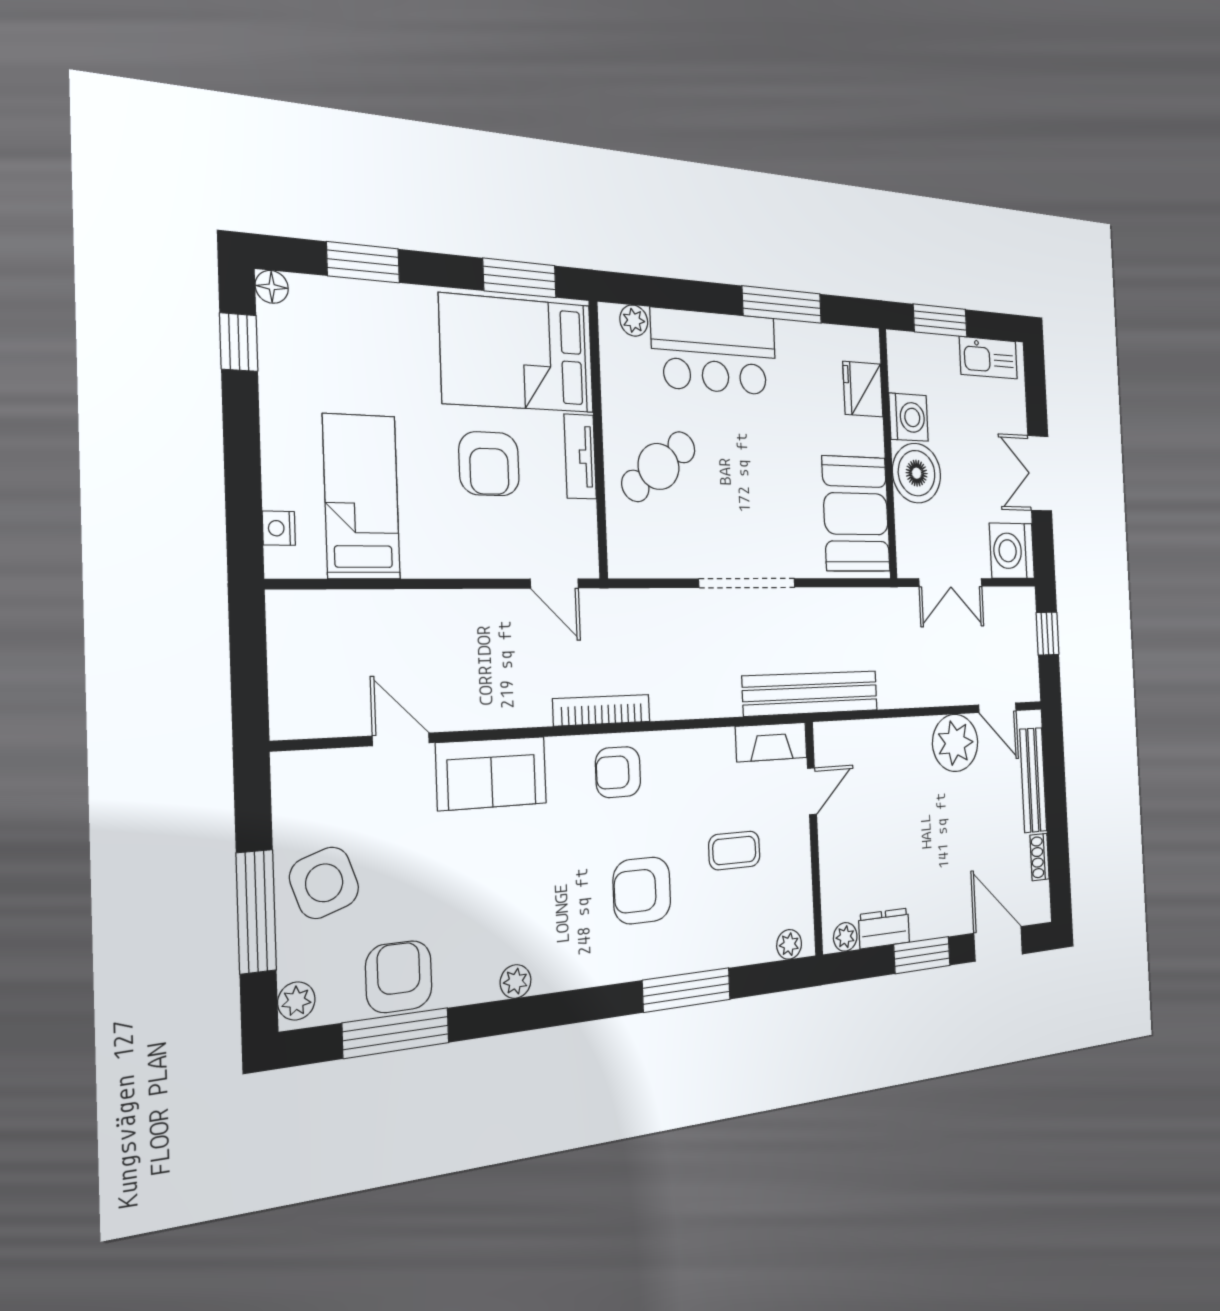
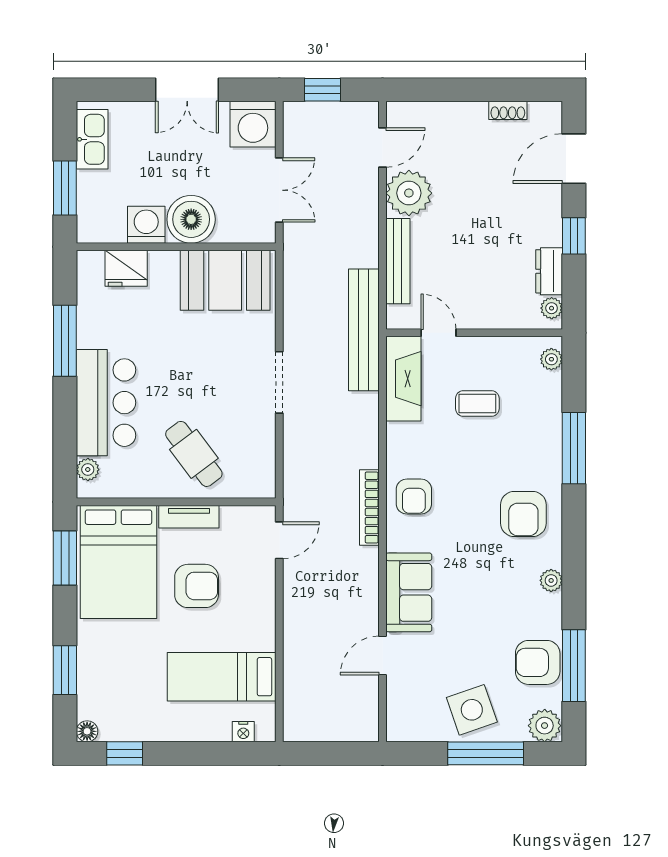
doorway: (747, 583) -> (279, 382), width x0.73
fireplace: (771, 742) -> (403, 379), width x1.37, depth x1.32
bench: (1033, 780) -> (398, 261), moved, turned 90
coffee table: (734, 851) -> (477, 404), turned 90
armchair: (642, 890) -> (523, 514), moved
window: (922, 955) -> (574, 236), width x0.67
plant: (296, 1001) -> (545, 726), width x1.38, depth x1.38

